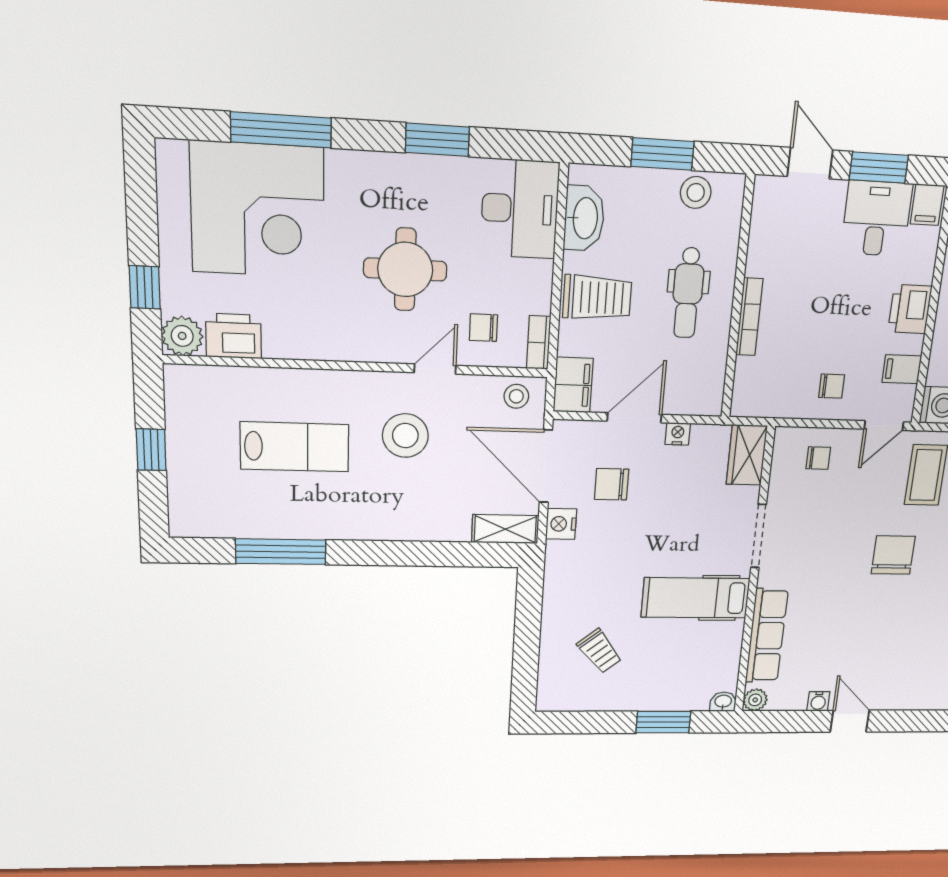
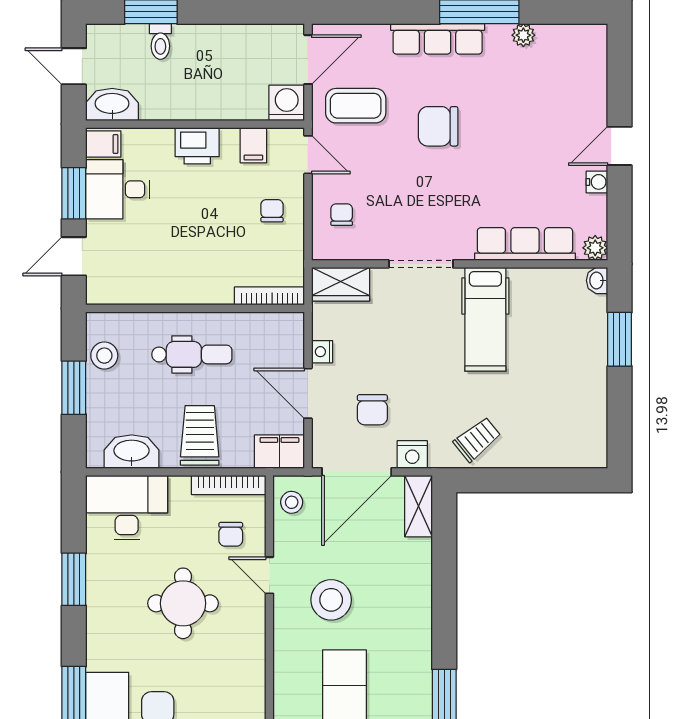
bookcase: (749, 317) -> (269, 296), moved
bookcase: (539, 342) -> (229, 485), width x1.56
trolley: (600, 651) -> (477, 439), moved

